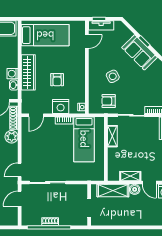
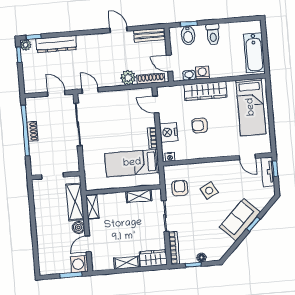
shelving: (130, 176) -> (92, 207), moved

